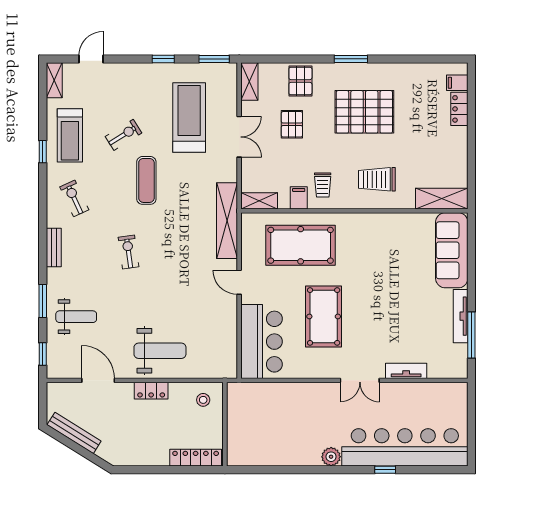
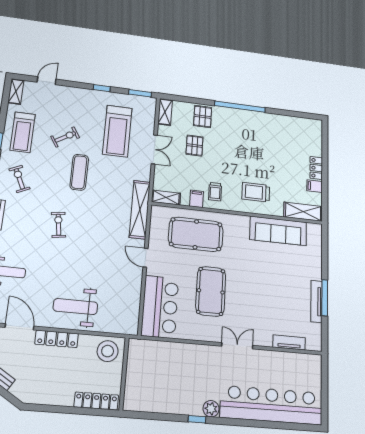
window: (351, 59) -> (240, 107), width x2.11
filing cabinet: (457, 83) -> (315, 186), moved
locker: (459, 109) -> (316, 168), moved
pallet: (364, 112) -> (248, 144), removed
treadmill: (189, 118) -> (117, 131), turned 180
sofa: (452, 250) -> (278, 231), moved, turned -90
window: (471, 335) -> (325, 298), moved
weight bench: (160, 351) -> (75, 307), turned 180
tv unit: (406, 371) -> (289, 342), moved
double door: (360, 380) -> (237, 346), swing flipped
locker: (151, 391) -> (57, 339), width x1.53
stool: (203, 400) -> (108, 351), width x1.89, depth x1.89
window: (385, 470) -> (197, 419), moved

